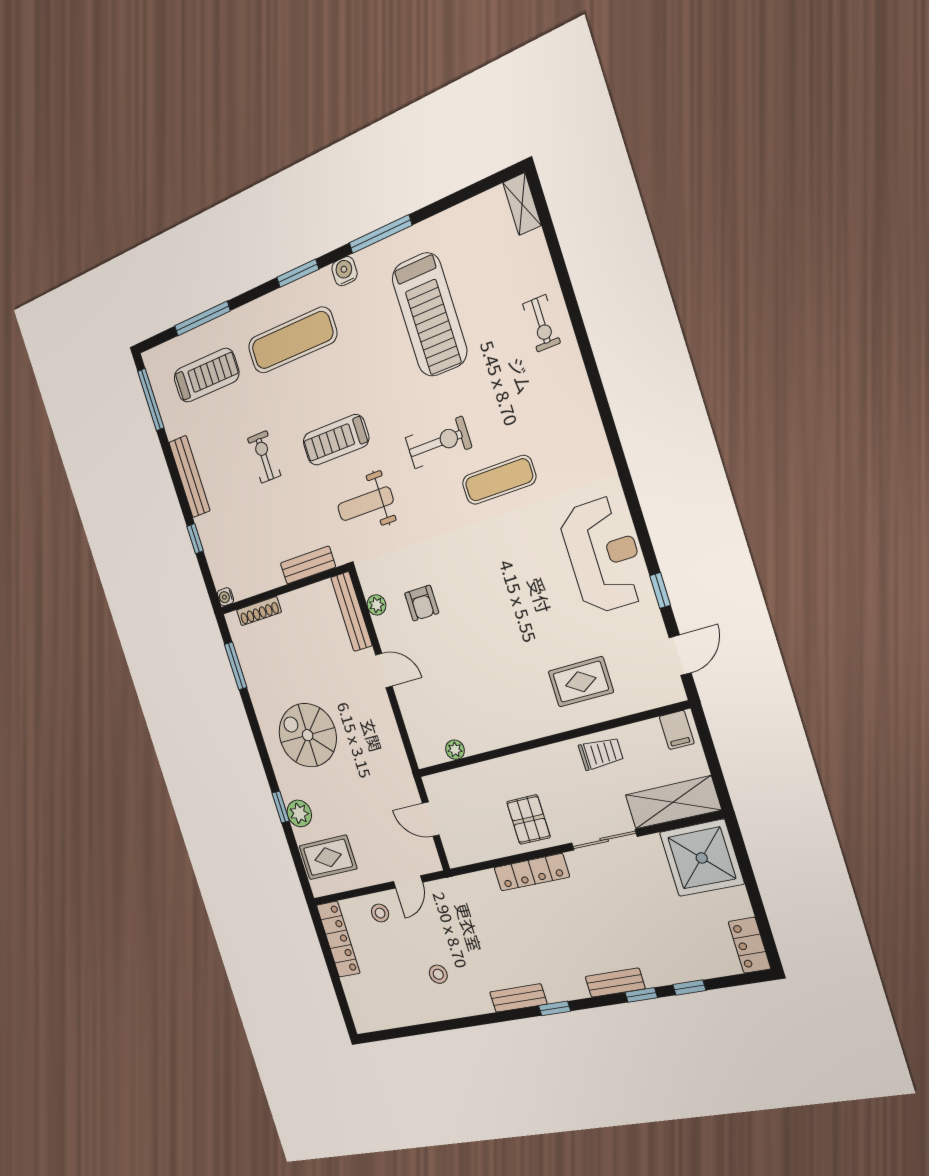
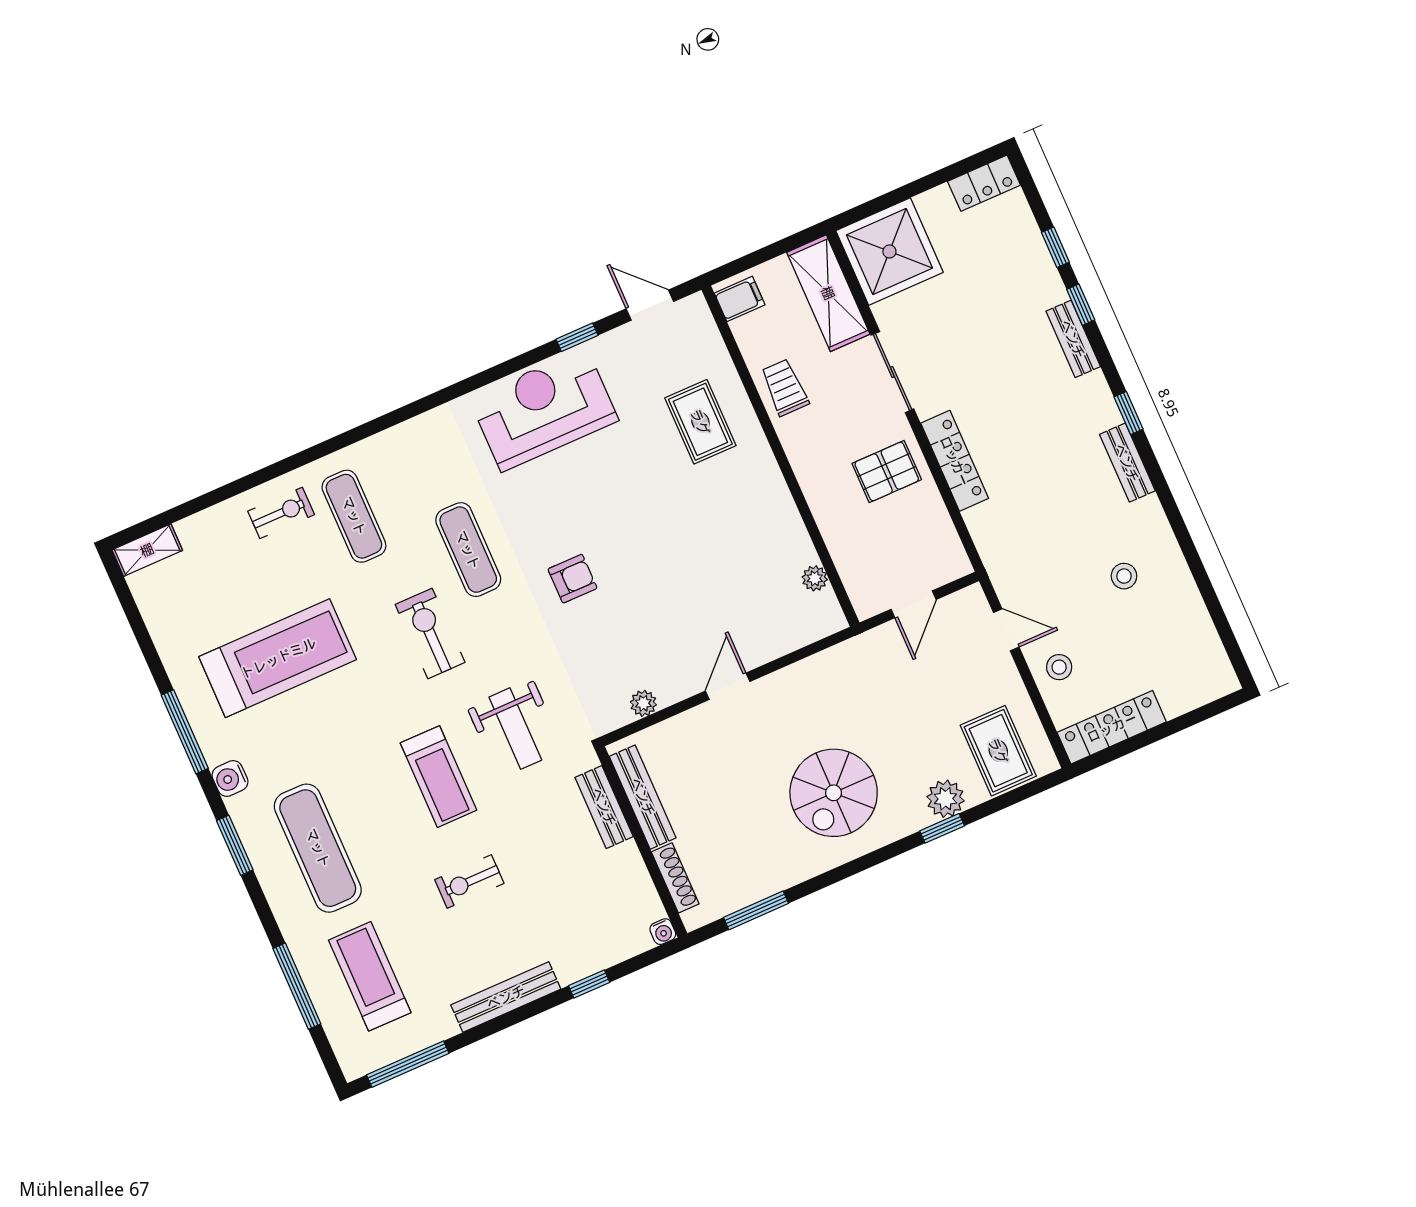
exercise mat: (533, 386) -> (354, 516), added
armchair: (422, 603) -> (573, 579), moved
bench: (351, 612) -> (643, 797), moved, turned 90

